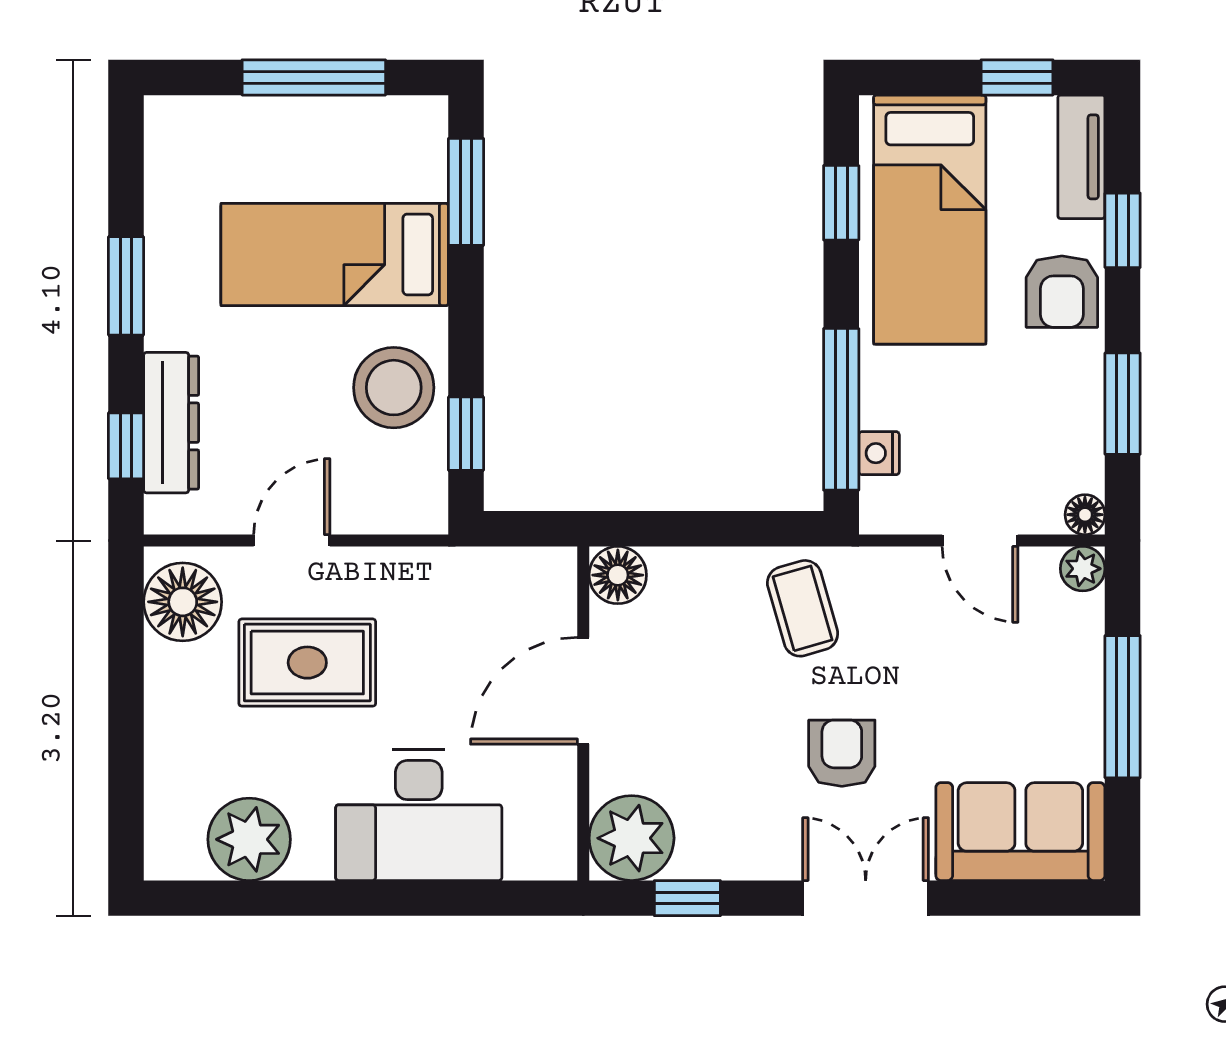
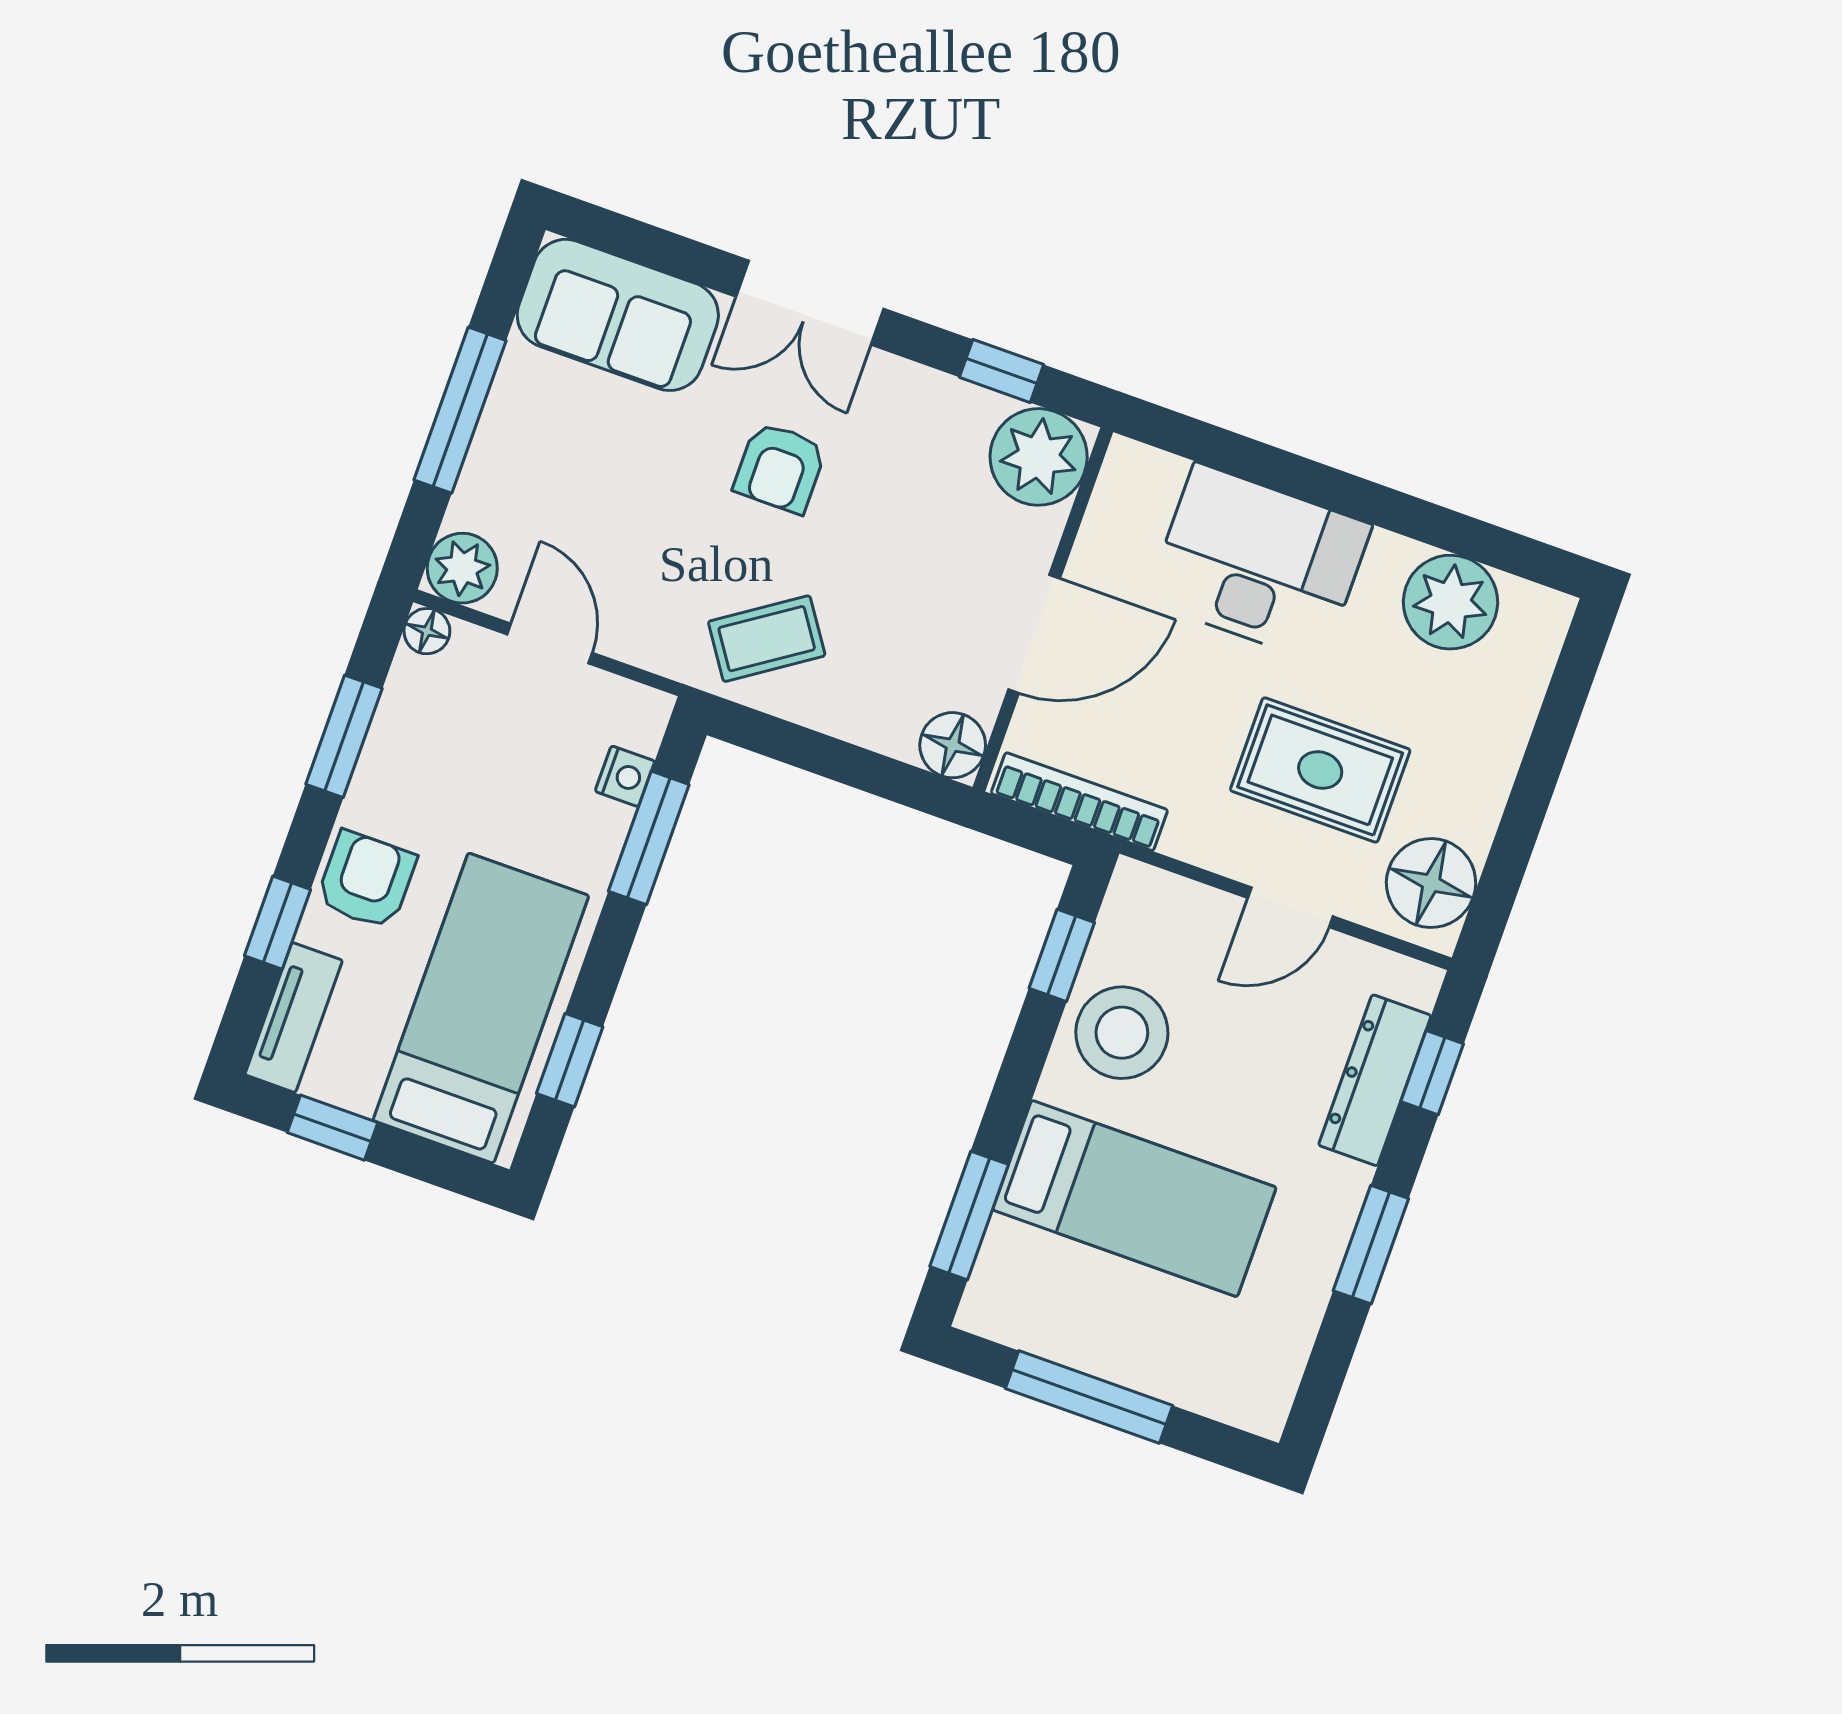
window: (841, 409) -> (649, 838), width x0.69
bookcase: (497, 566) -> (1079, 802), added
plant: (1083, 569) -> (462, 568), width x1.38, depth x1.38
coffee table: (803, 608) -> (767, 639), turned 72

